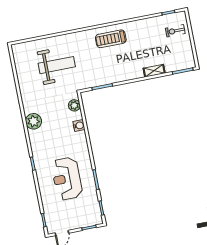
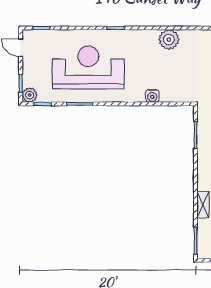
plant: (74, 105) -> (30, 95), moved
reception desk: (67, 179) -> (88, 67), width x1.36, depth x1.30

